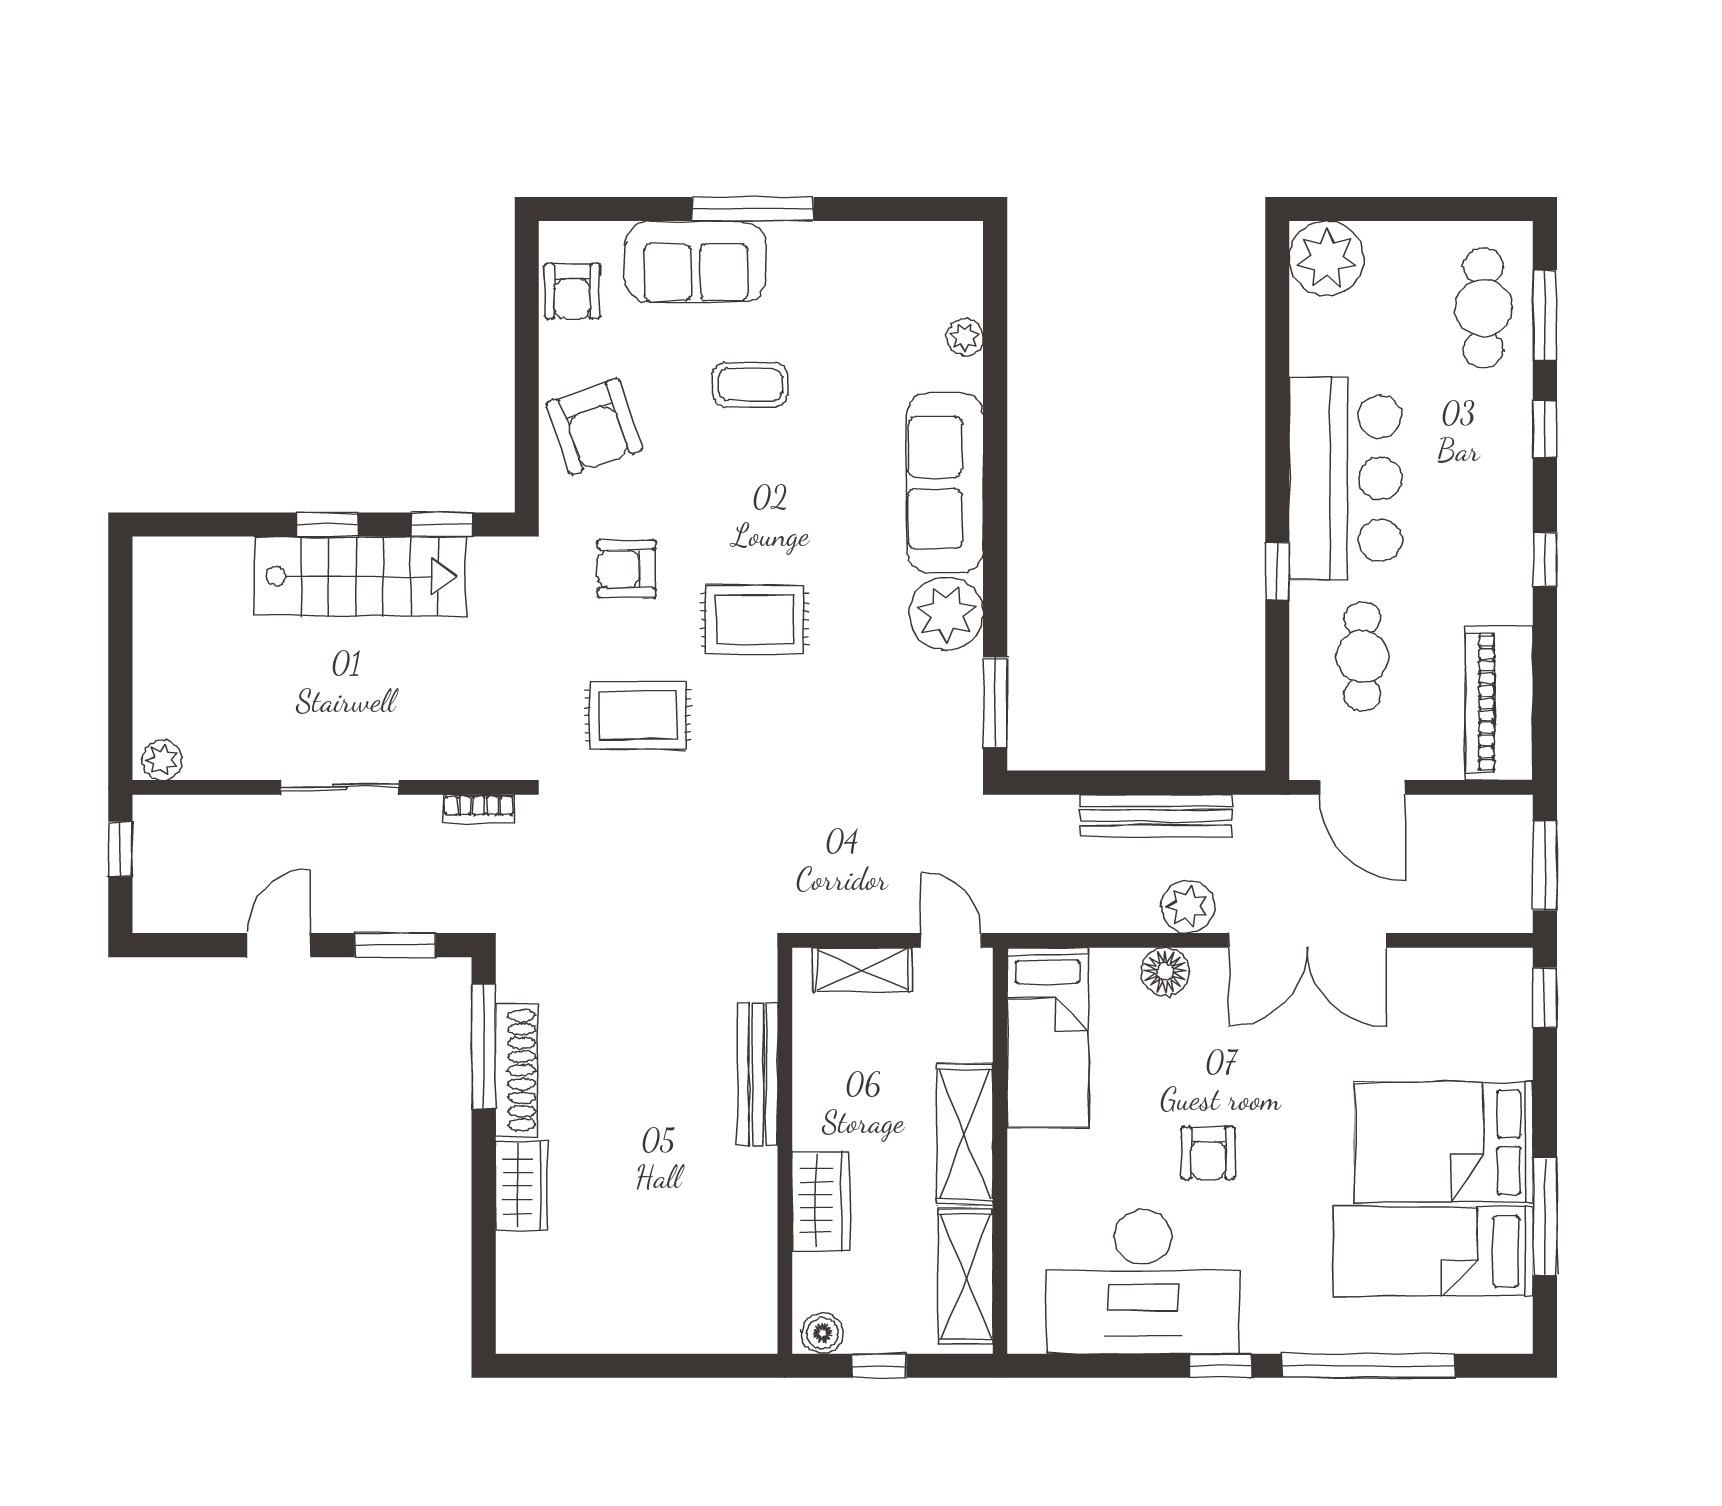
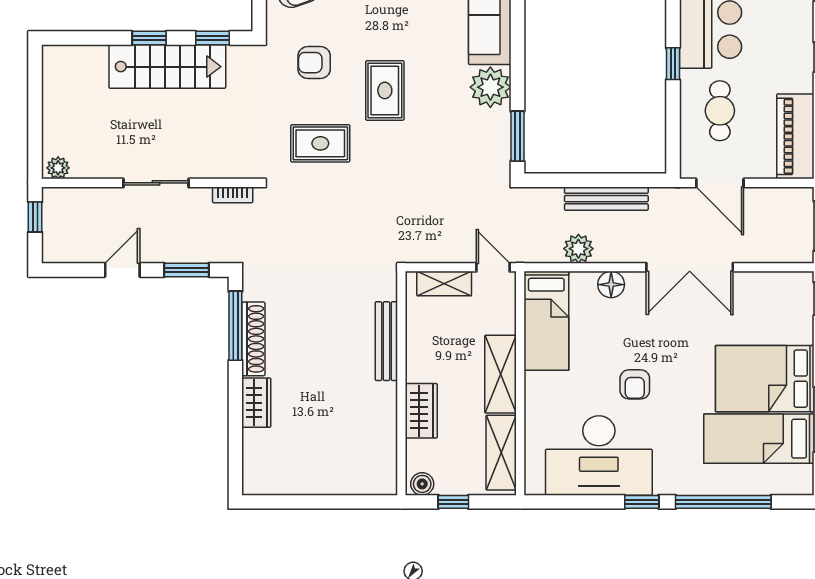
rug: (755, 620) -> (385, 90), turned 90
plant: (1188, 907) -> (578, 249), moved

